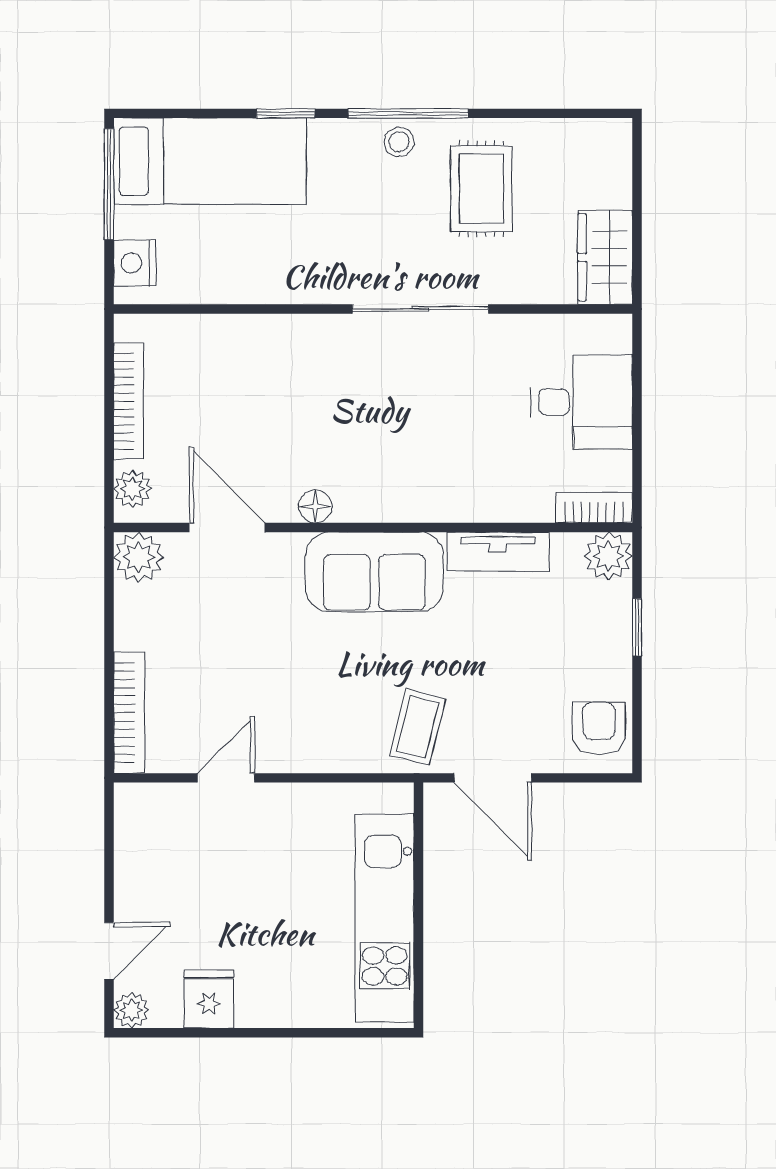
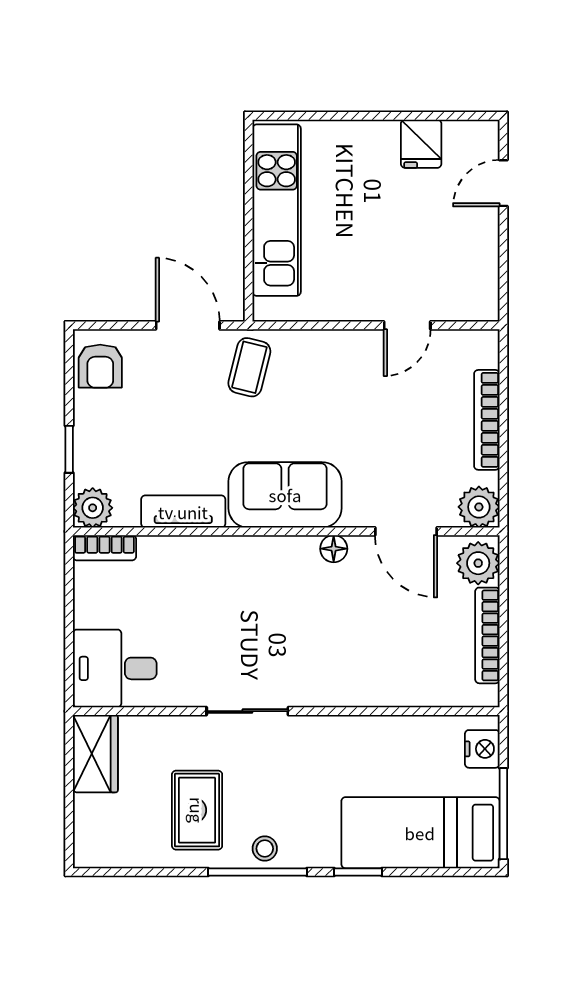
sliding door: (420, 309) -> (247, 711), width x0.73
desk: (581, 402) -> (115, 668), moved
plant: (132, 489) -> (478, 563), width x1.38, depth x1.38
bookcase: (129, 713) -> (487, 420), moved
plant: (131, 1010) -> (485, 134), removed

